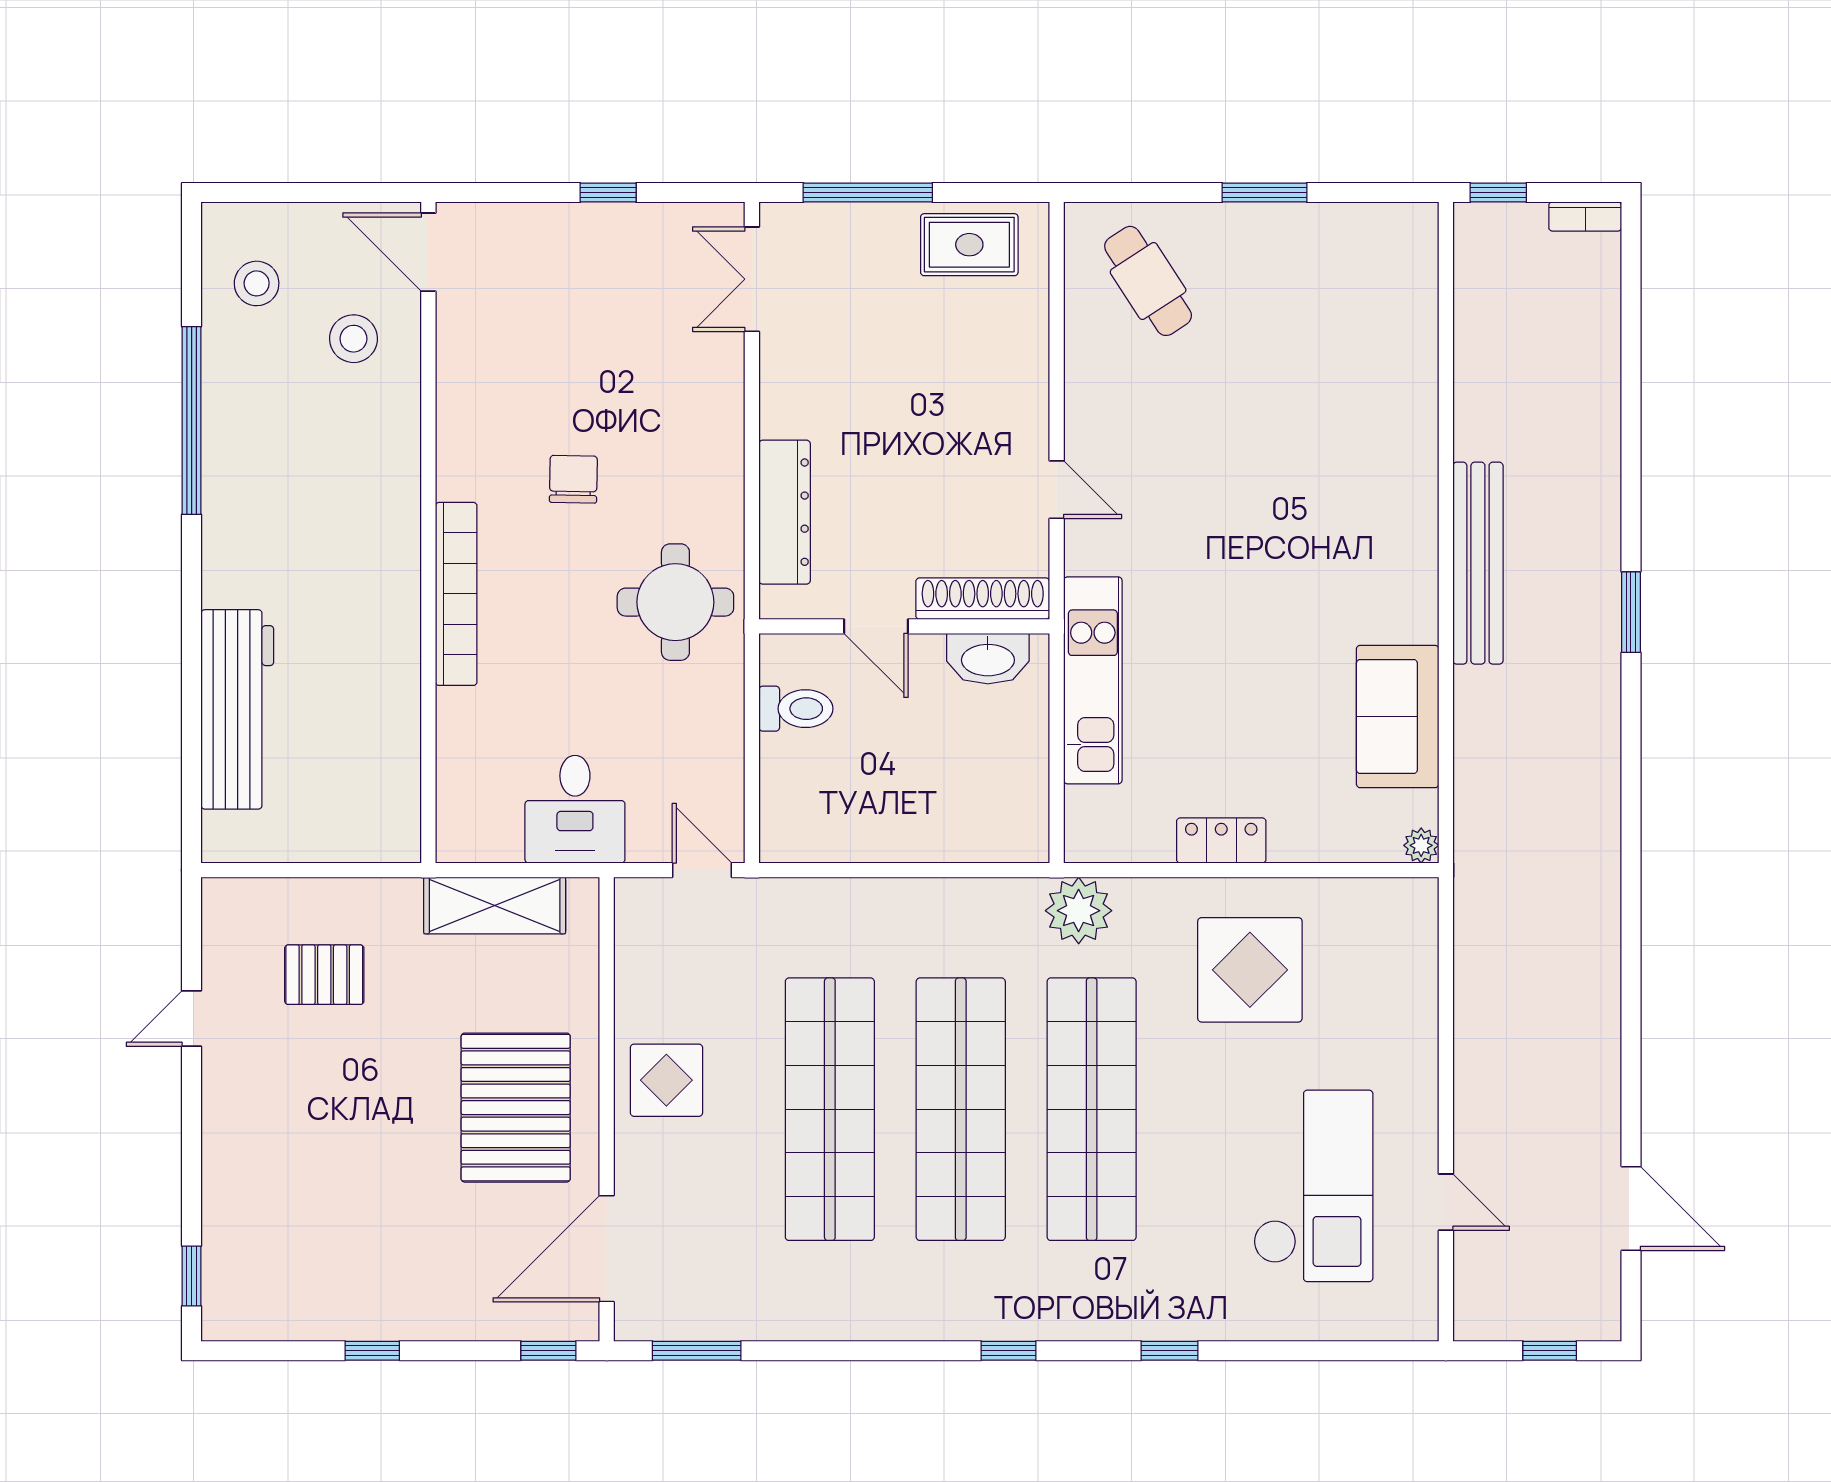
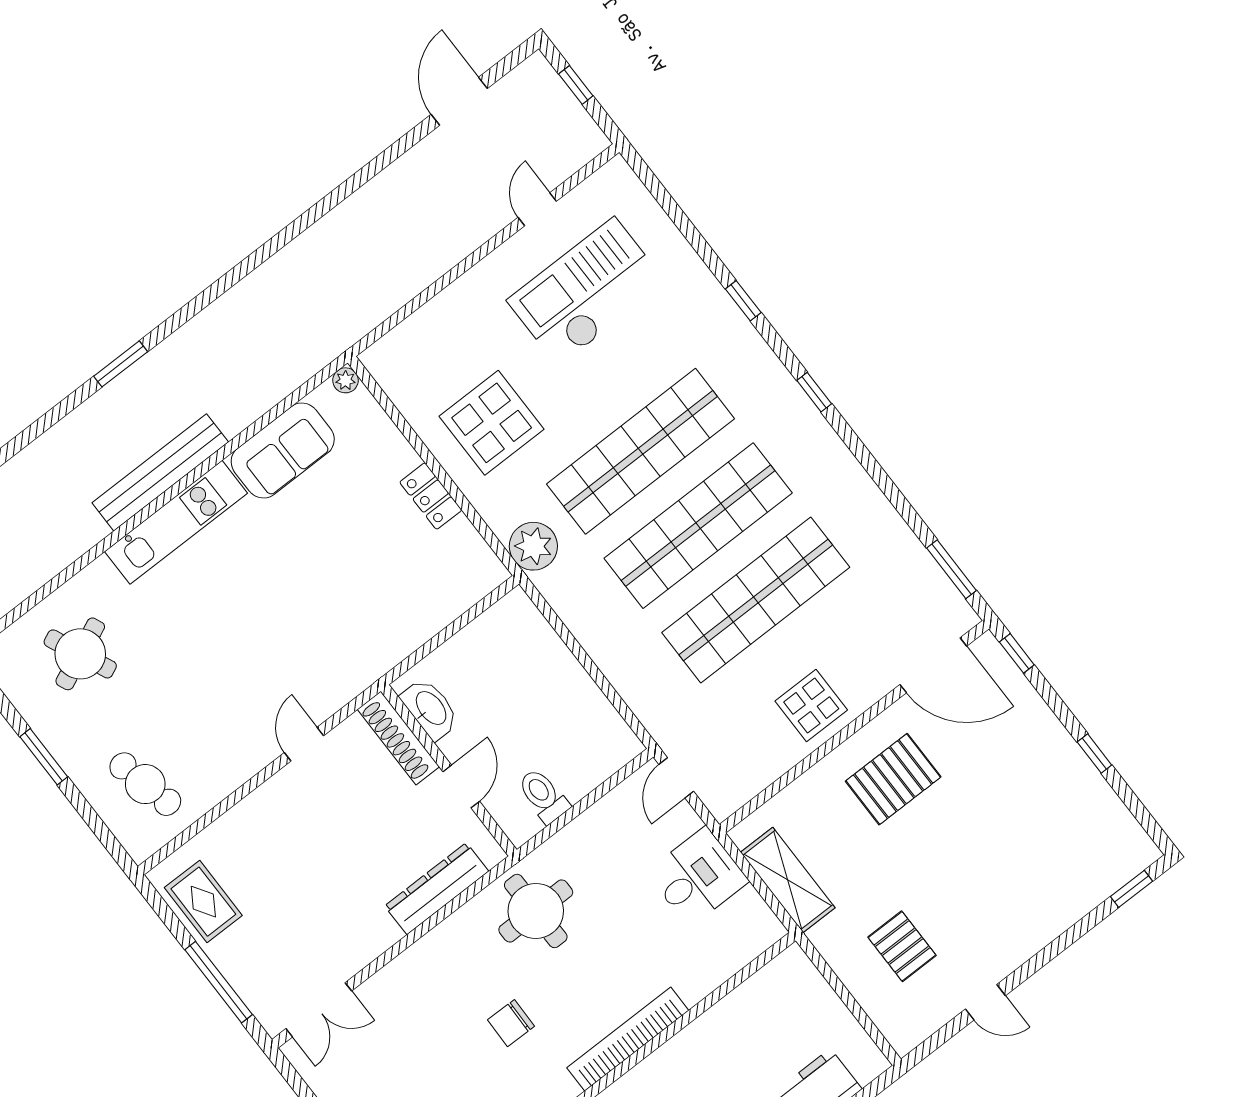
cafe table: (1148, 281) -> (145, 784), turned -70
round table: (1347, 320) -> (80, 654), added
kitchen unit: (1093, 680) -> (176, 522), moved, turned 180
pallet: (516, 1108) -> (893, 779), width x0.73, depth x0.71

